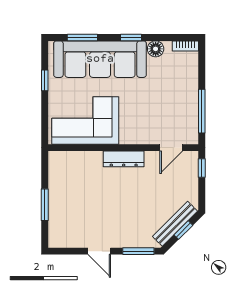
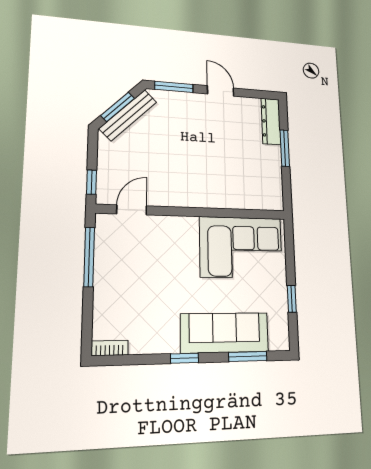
floor lamp: (156, 49) -> (151, 343), removed
sofa: (100, 59) -> (225, 333), width x0.74, depth x0.79
dresser: (124, 159) -> (271, 121), moved, turned -90
window: (183, 230) -> (118, 107), width x1.50

